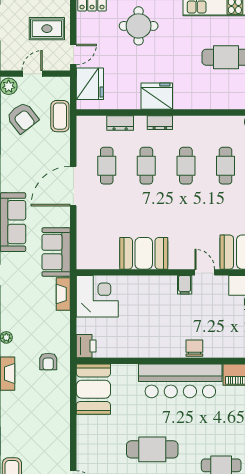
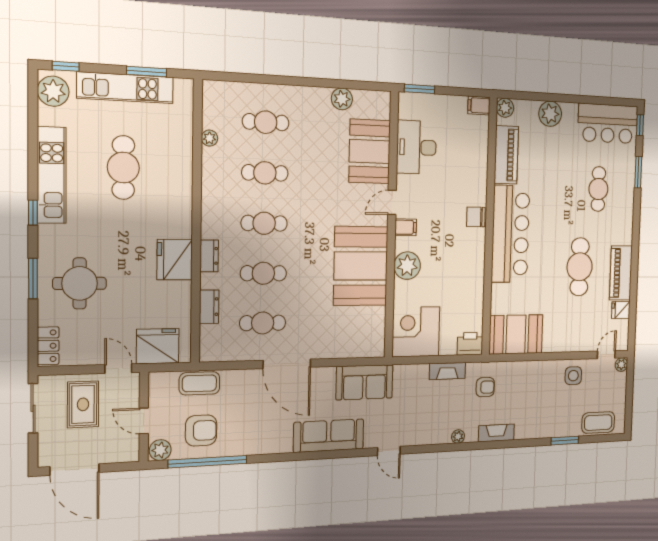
armchair: (22, 118) -> (201, 430), turned 38
booth: (144, 253) -> (361, 266), width x1.36, depth x1.42
plant: (153, 287) -> (407, 266), added
fireplace: (63, 294) -> (447, 371), moved
side table: (55, 447) -> (573, 376), added

